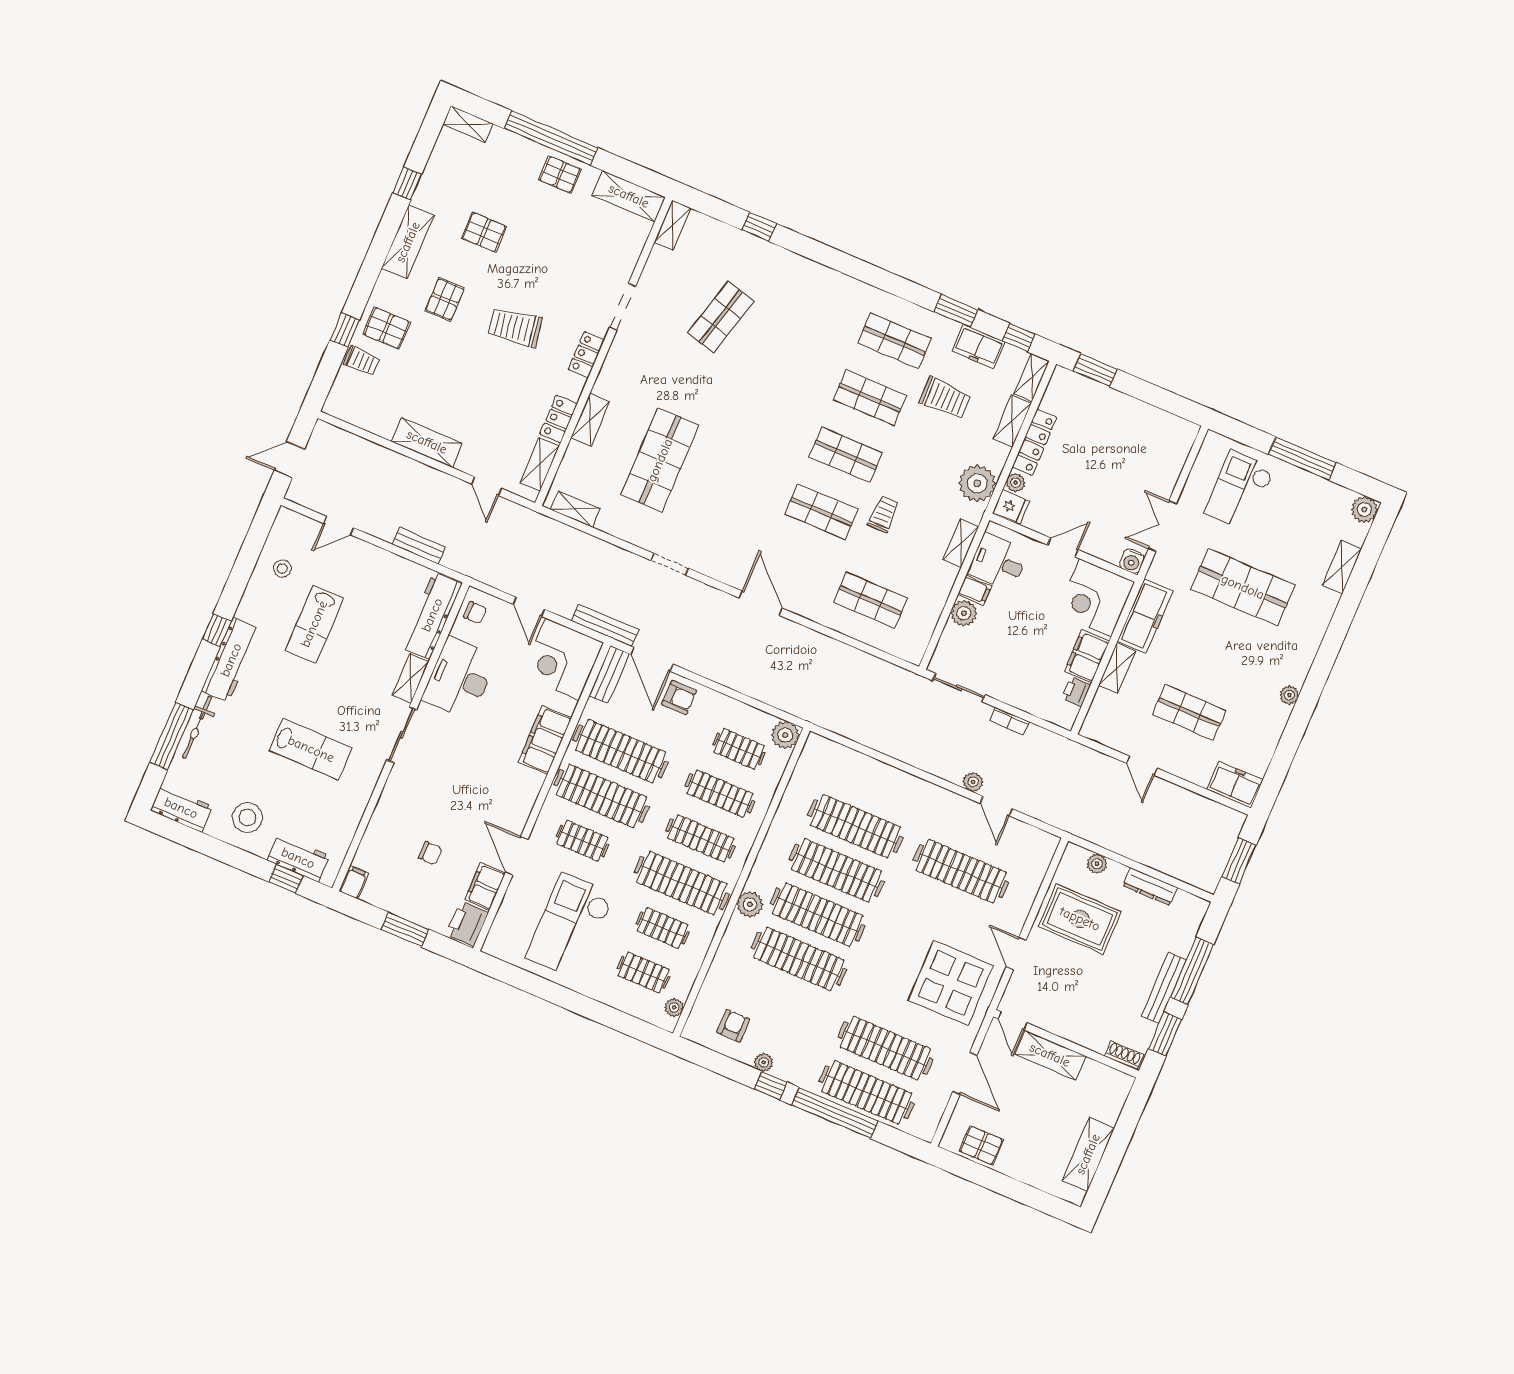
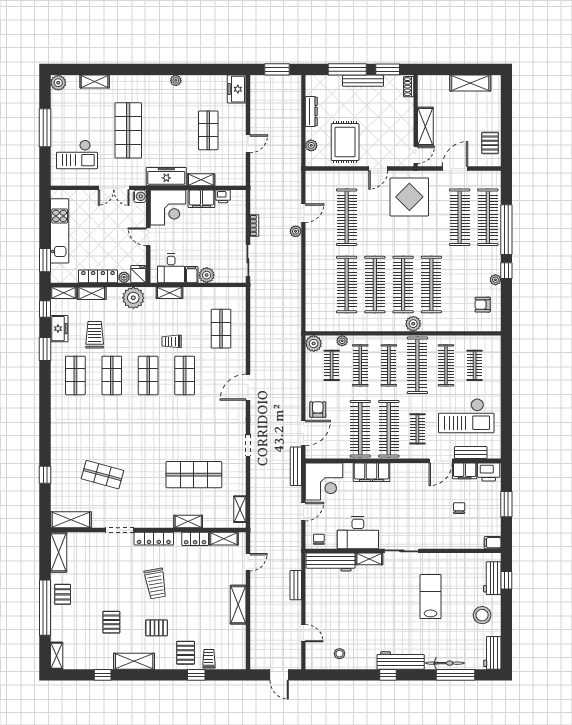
shelving: (673, 225) -> (71, 520), width x1.50, depth x1.33
locker: (586, 355) -> (154, 539), width x1.53
kitchen unit: (1131, 413) -> (60, 231), added
lab bench: (314, 624) -> (362, 623), removed
bench: (609, 675) -> (471, 453), moved
clothes rail: (663, 928) -> (446, 365), width x1.36
plant: (674, 1007) -> (342, 341), moved

